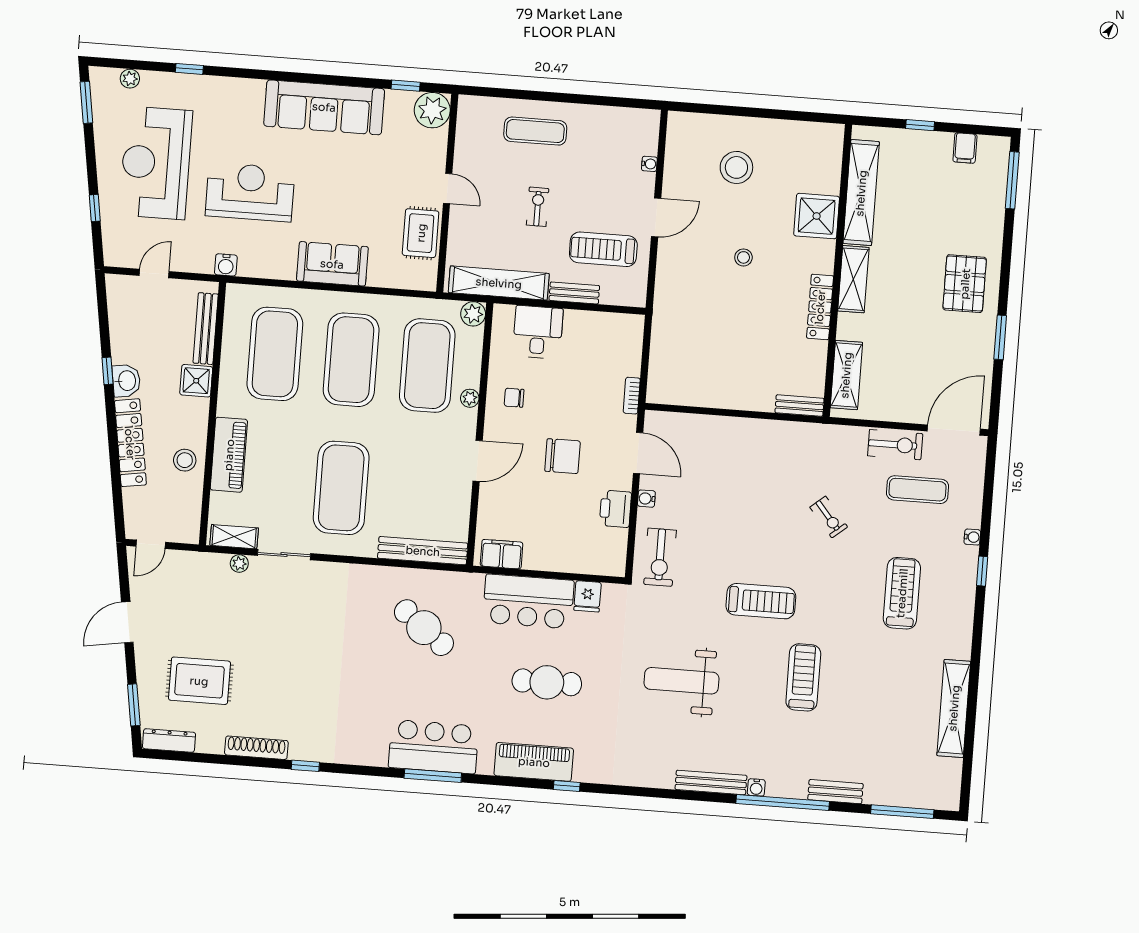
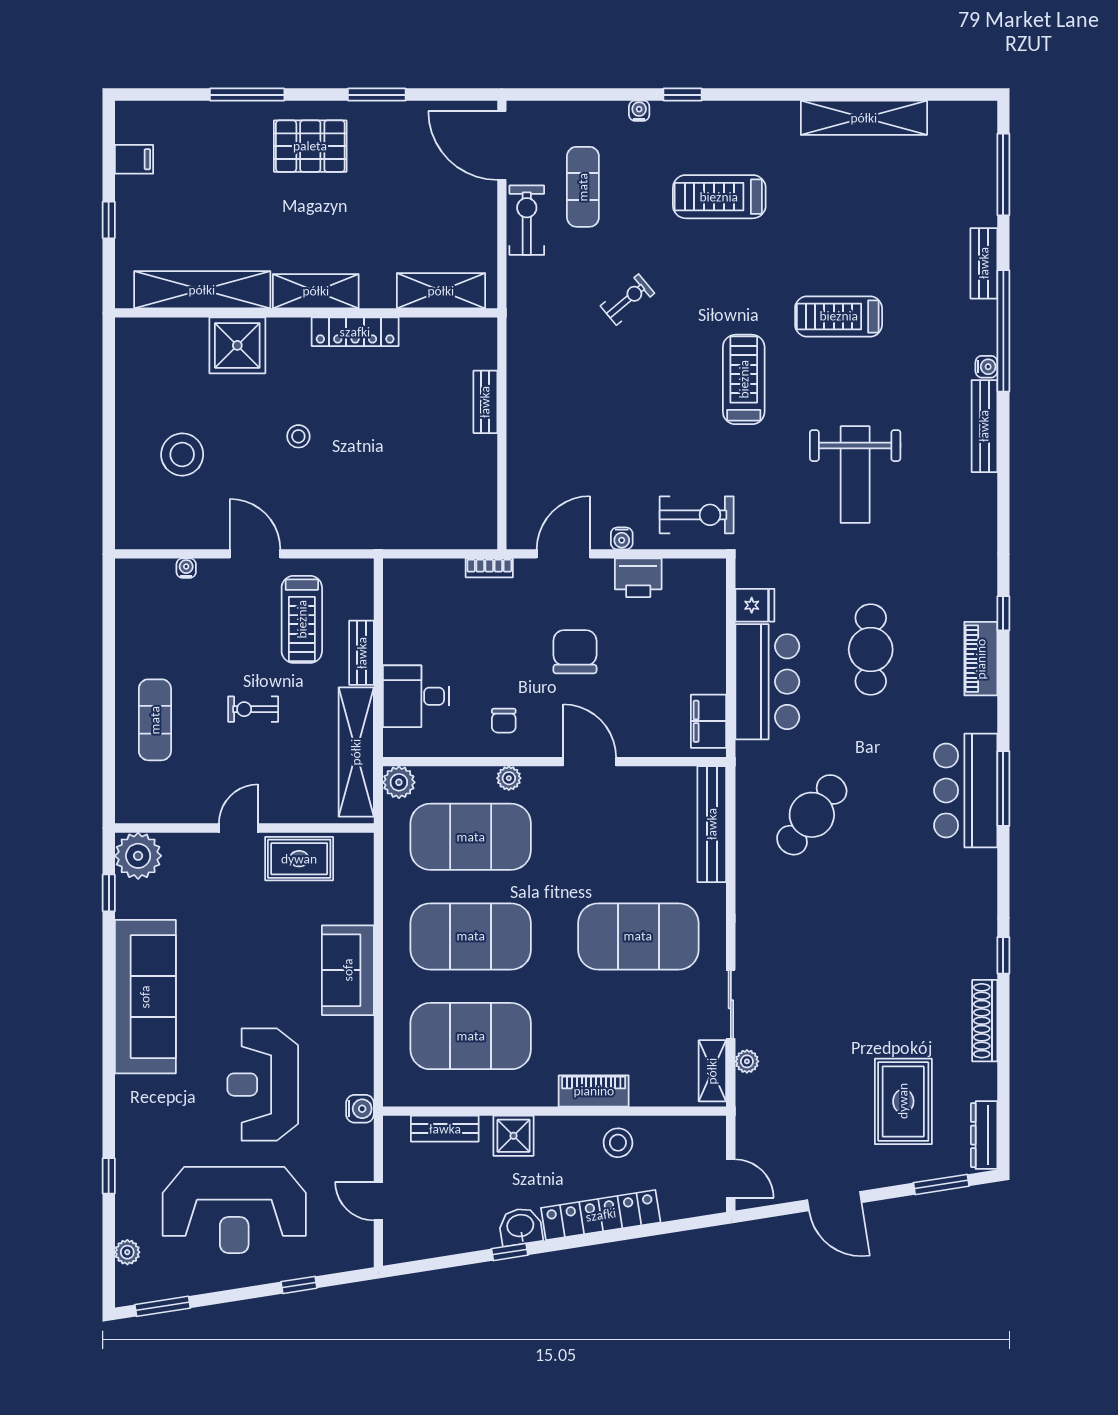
window: (1012, 180) -> (247, 95), moved
bench: (206, 329) -> (445, 1129), width x0.73
bench: (800, 406) -> (485, 402), moved
piano: (229, 455) -> (594, 1091), width x0.73, depth x0.75
piano: (534, 762) -> (981, 659), width x0.73, depth x0.75

